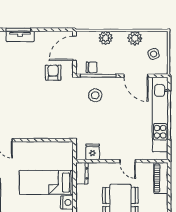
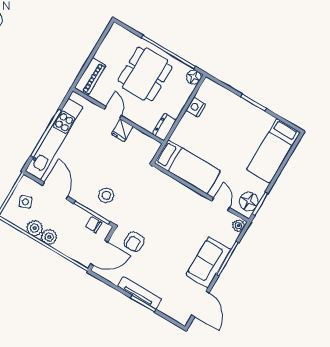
tv unit: (20, 36) -> (140, 293), width x1.41
plant: (106, 38) -> (49, 237), moved
fridge: (93, 152) -> (122, 130), moved
bed: (46, 182) -> (187, 167), moved

